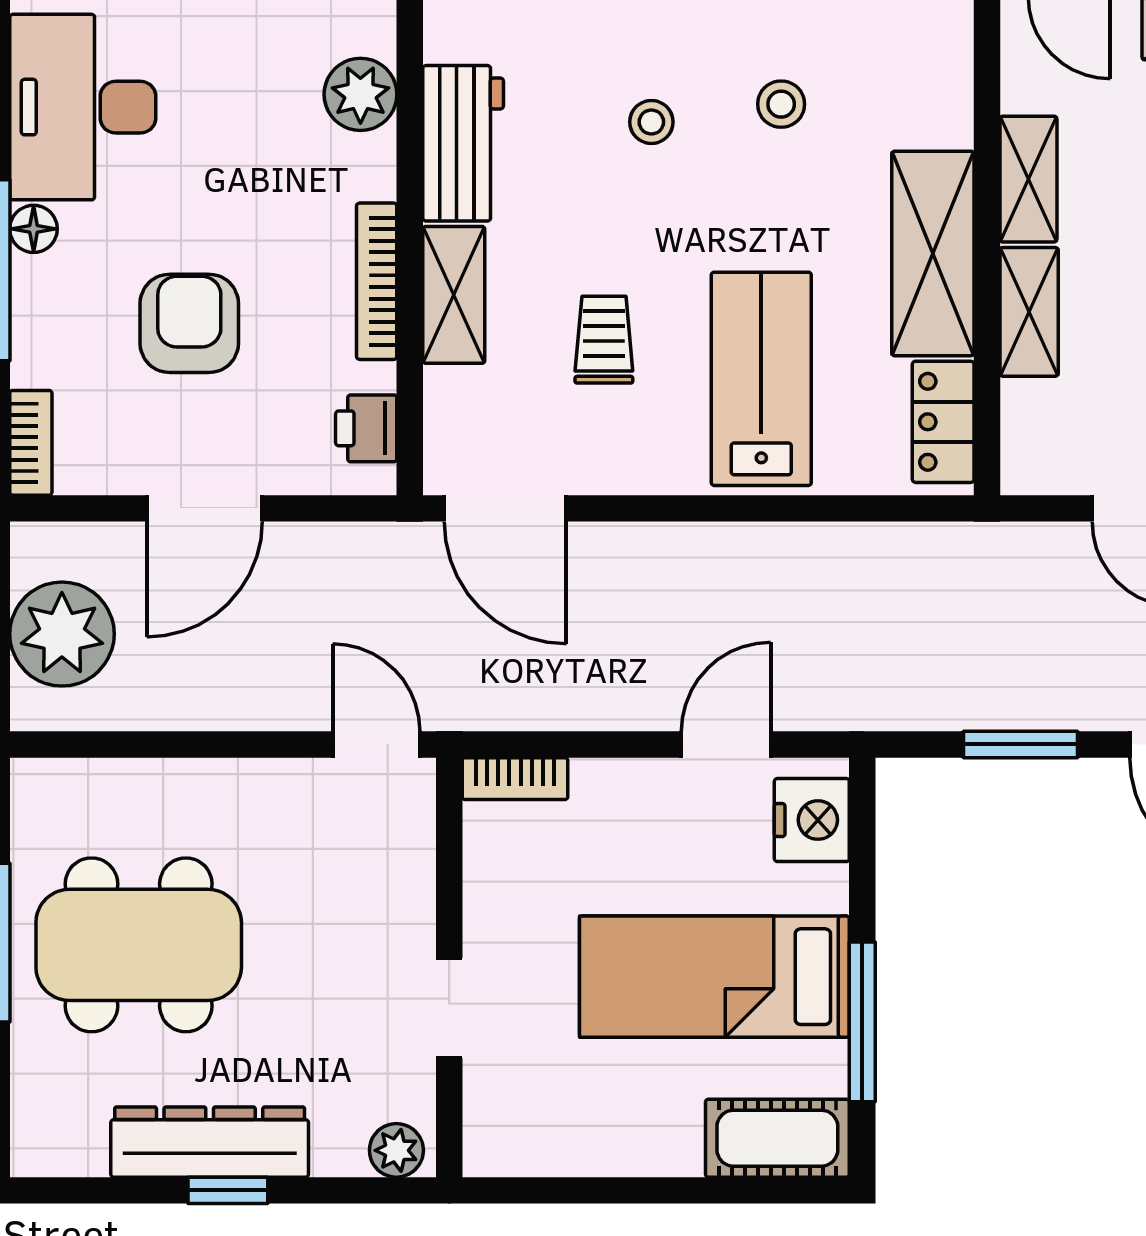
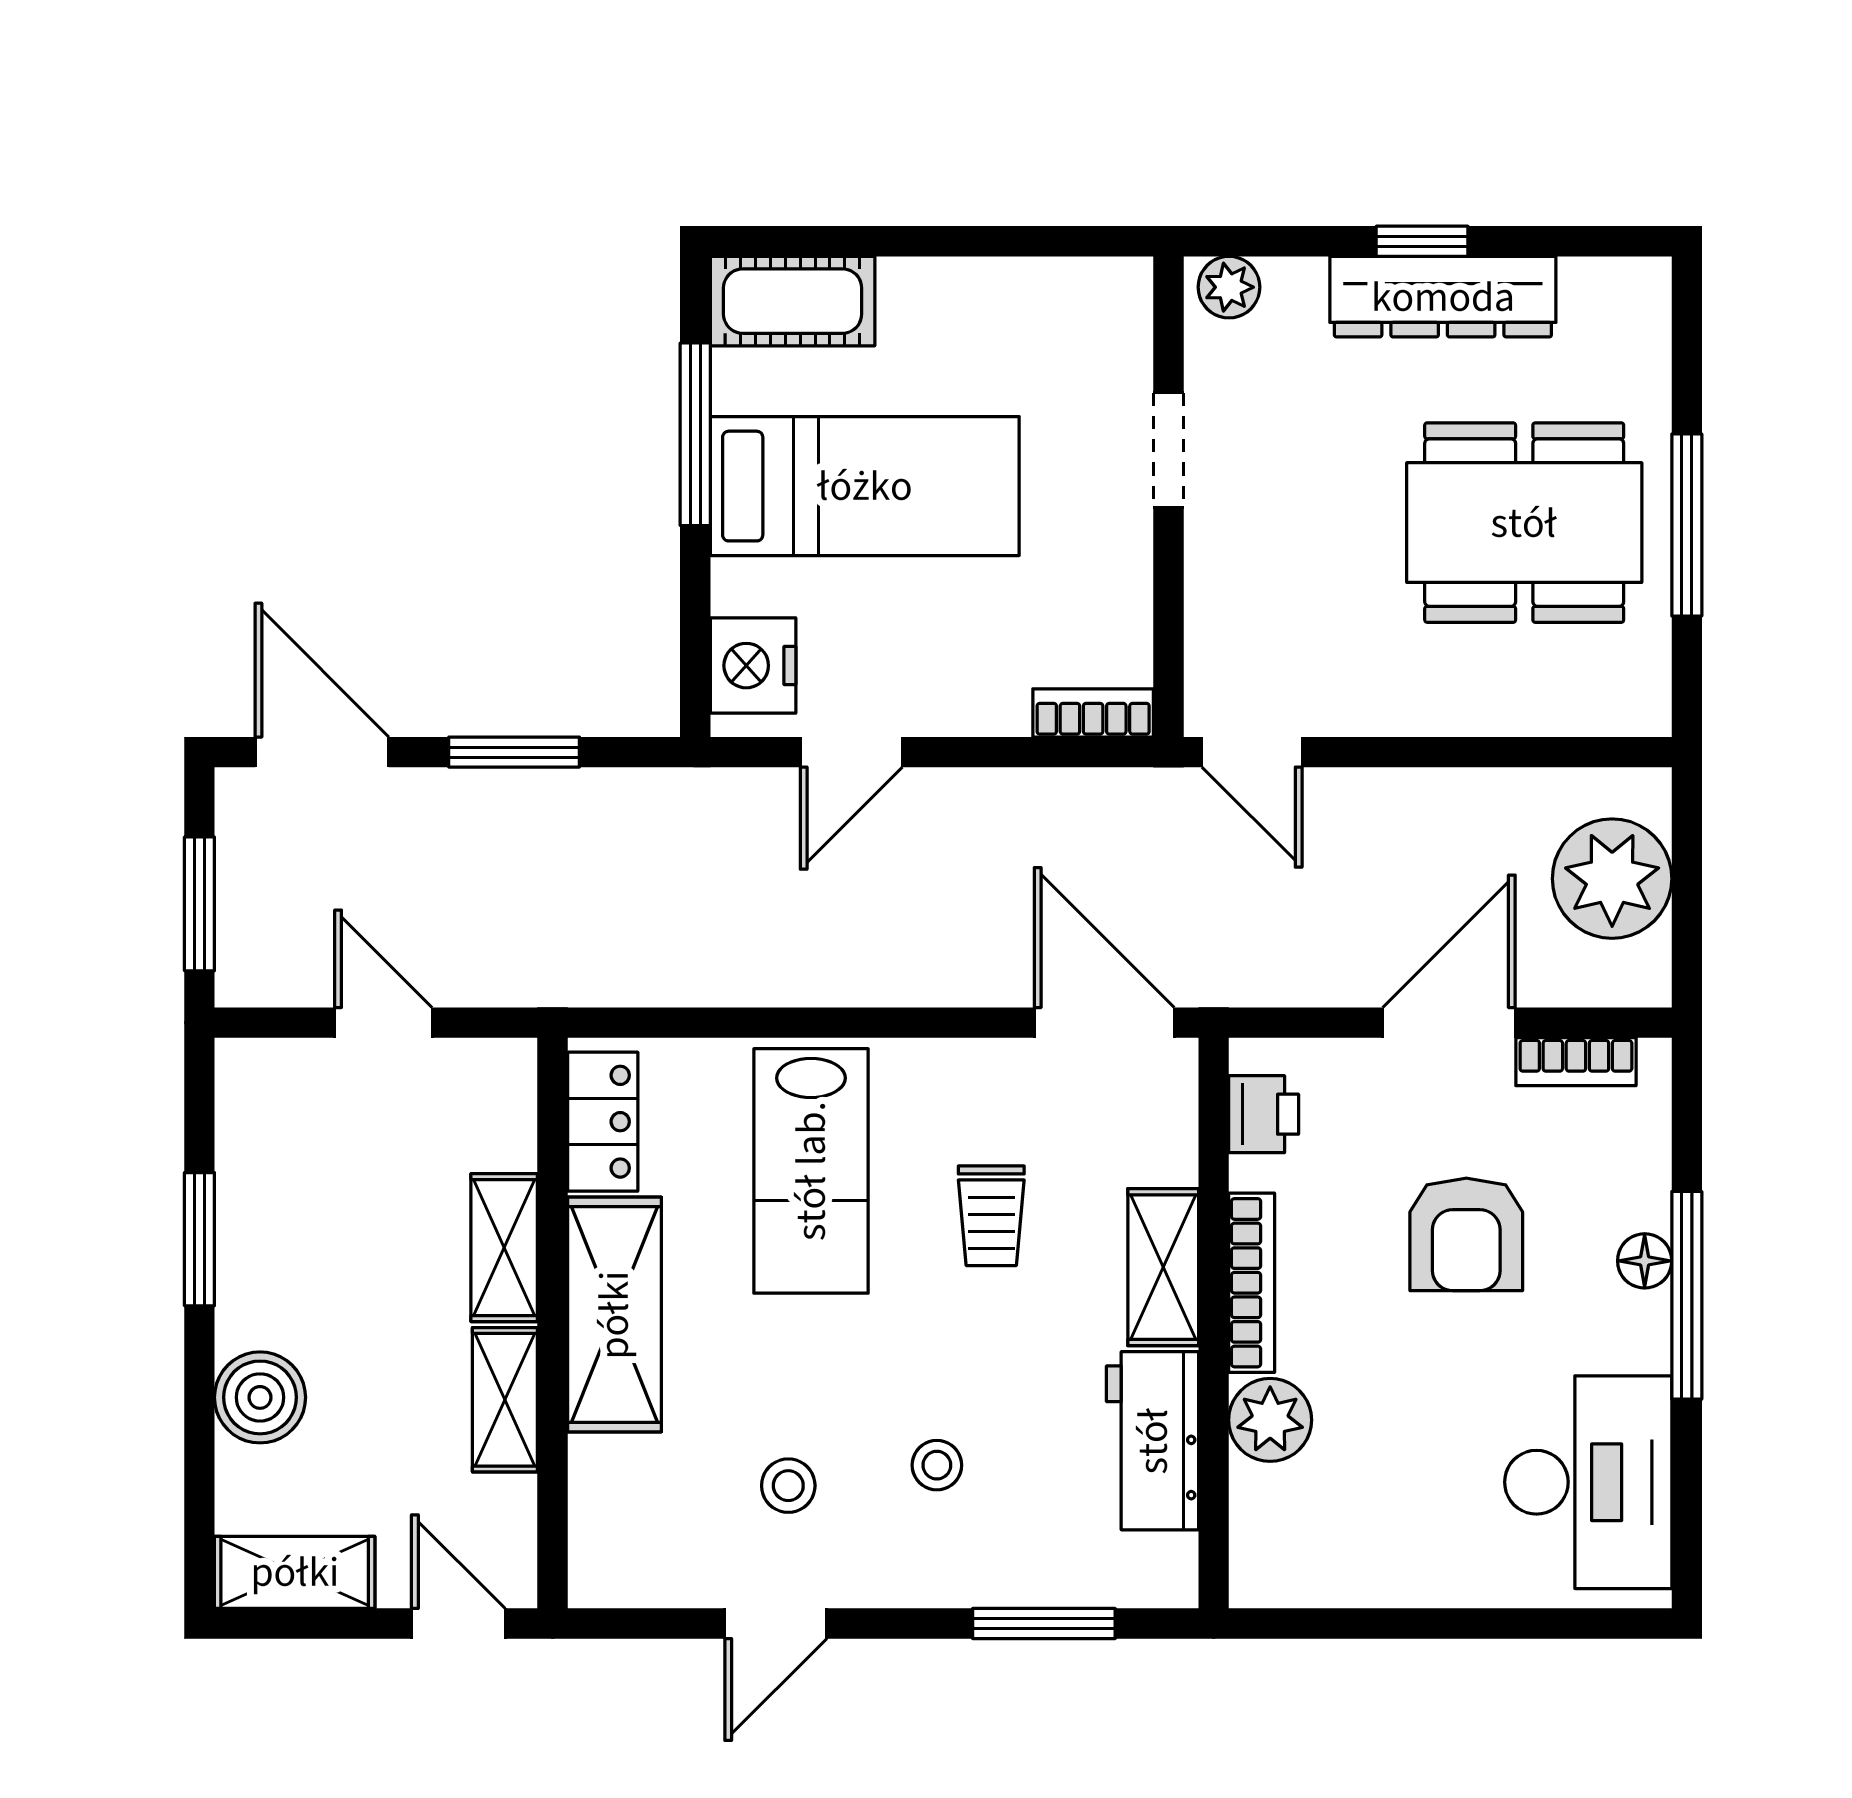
plant: (360, 94) -> (1270, 1420), moved
floor lamp: (34, 229) -> (1645, 1261), moved
bookcase: (31, 443) -> (1576, 1062), moved, turned -90

